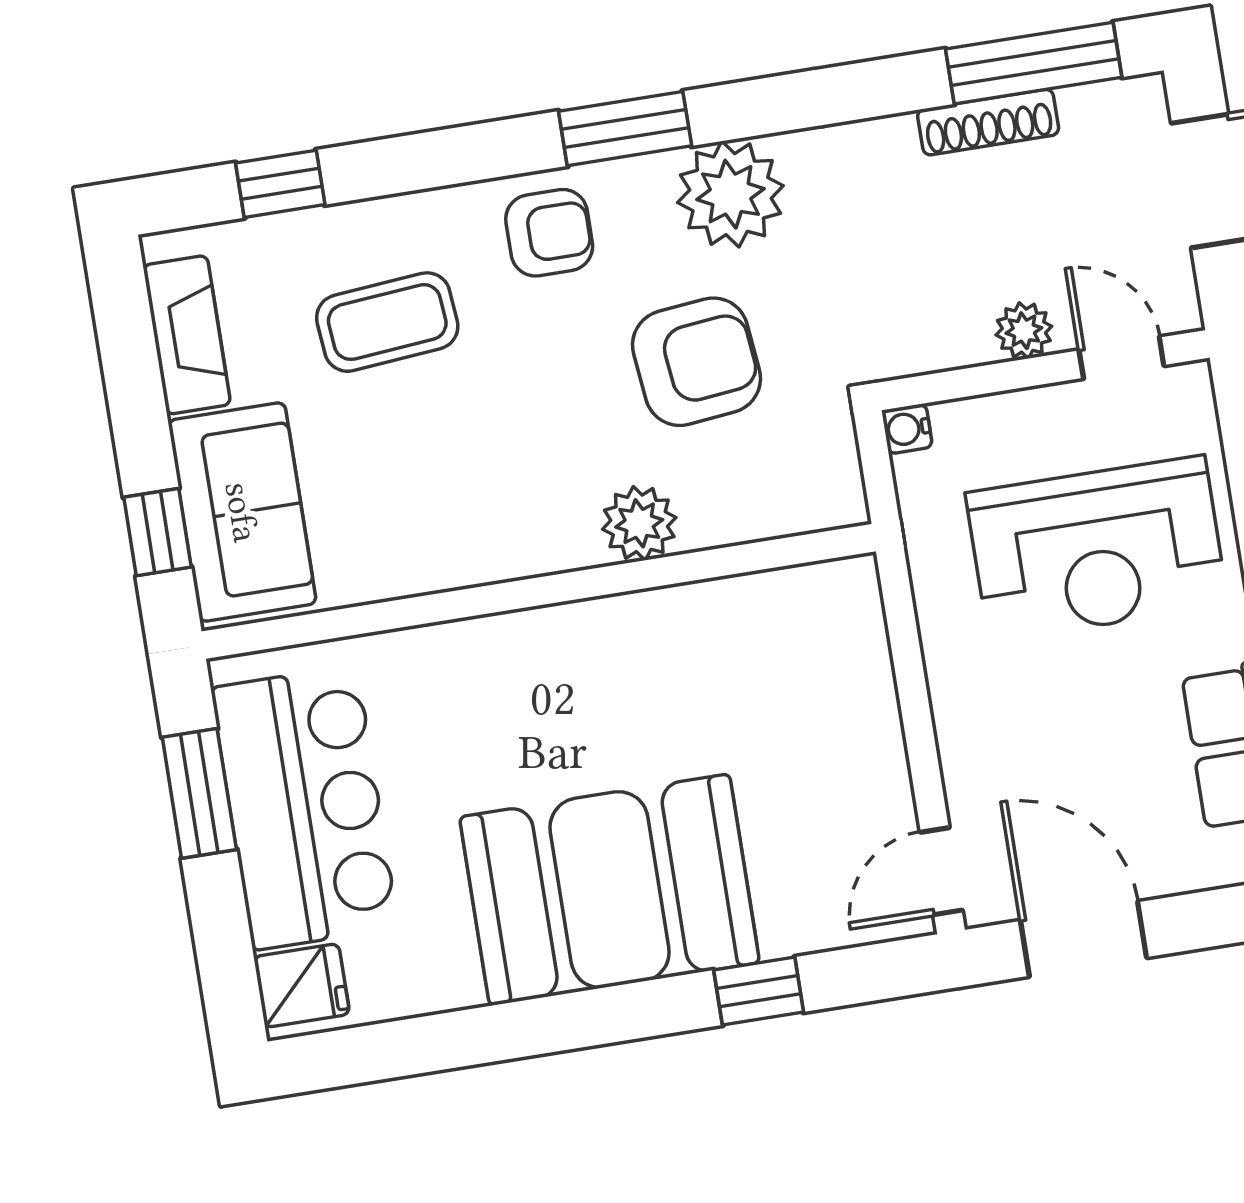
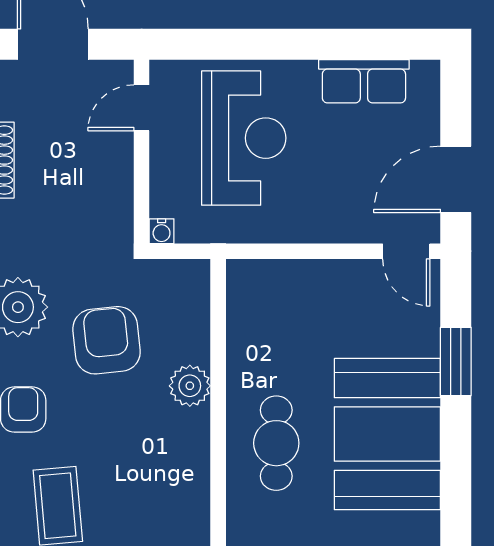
plant: (1024, 331) -> (118, 159), removed
cafe table: (561, 694) -> (276, 443), added
window: (759, 991) -> (456, 361), width x1.50

